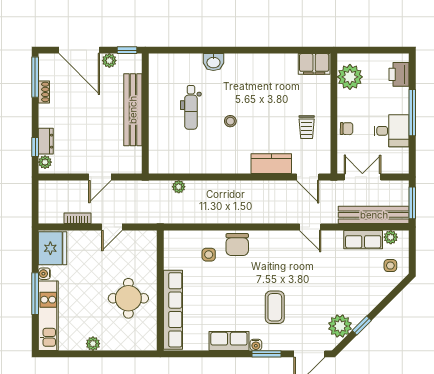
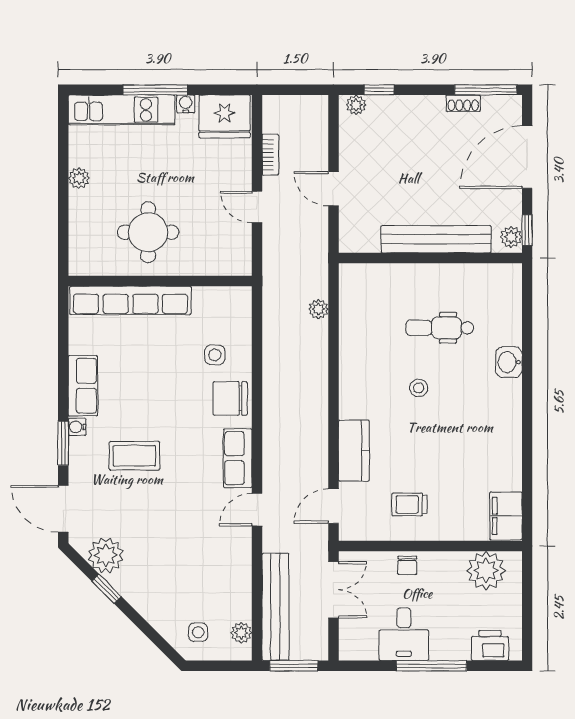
plant: (109, 61) -> (511, 237), moved
dresser: (46, 141) -> (388, 106), removed
row of seats: (363, 240) -> (238, 458), moved

